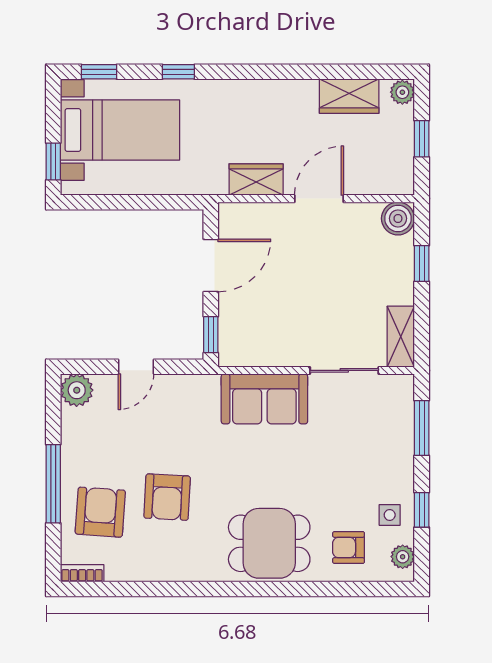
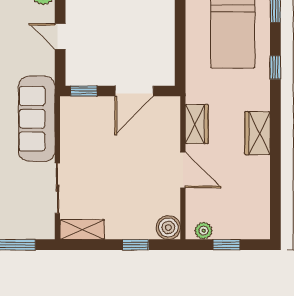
plant: (402, 92) -> (204, 231), moved
wardrobe: (349, 96) -> (258, 133), moved
door: (211, 265) -> (134, 91), hinge flipped
sofa: (264, 399) -> (37, 119), width x1.36

